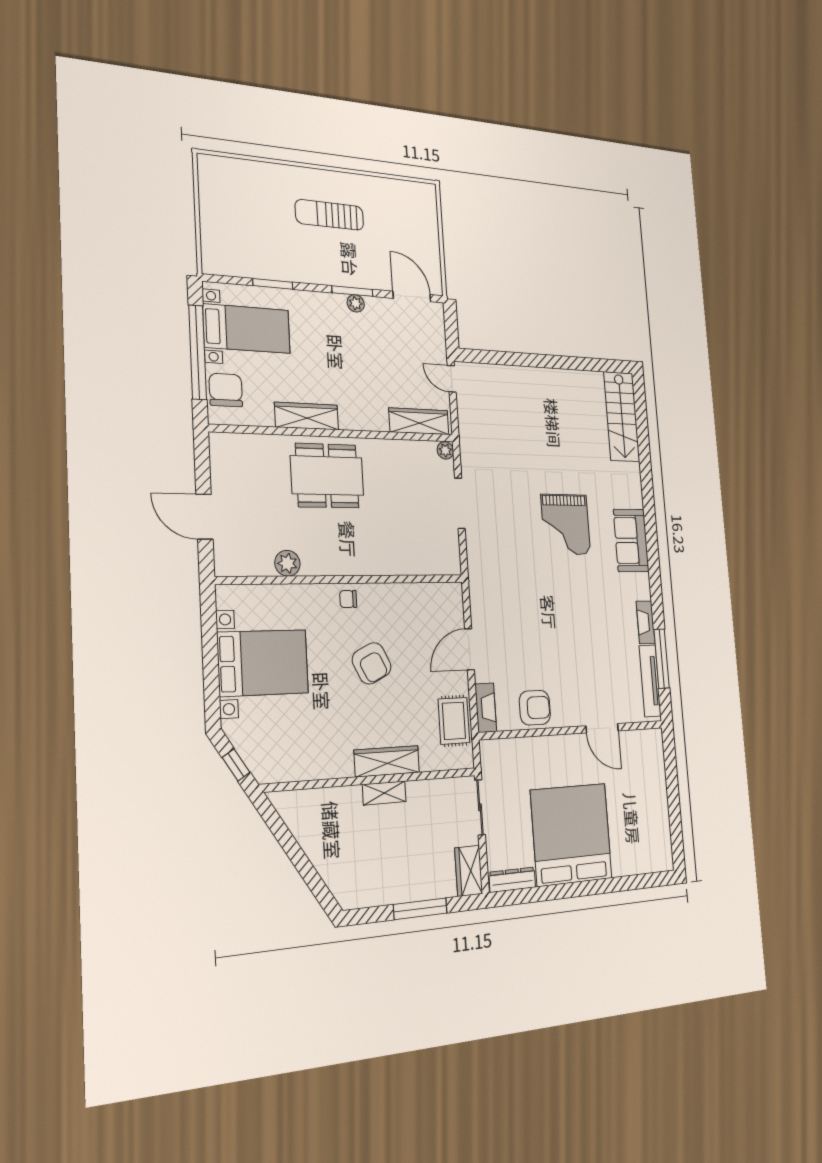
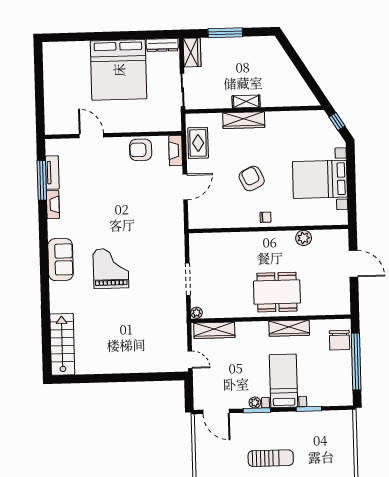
bed with nightstands: (247, 329) -> (283, 381), moved, turned 90
tv unit: (650, 681) -> (52, 173), width x0.71

